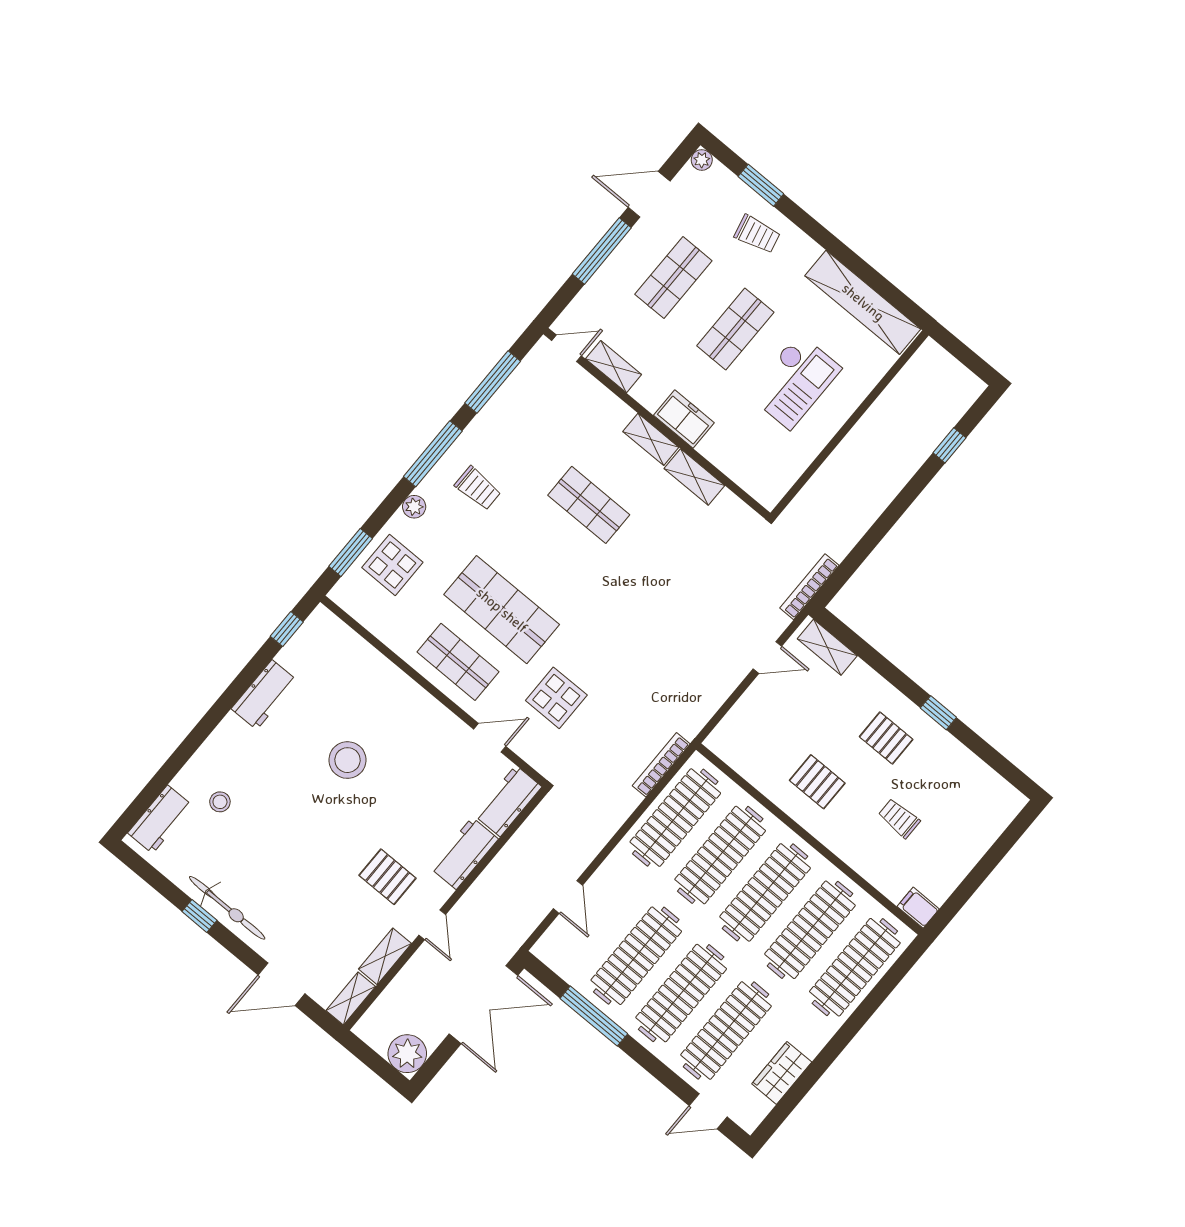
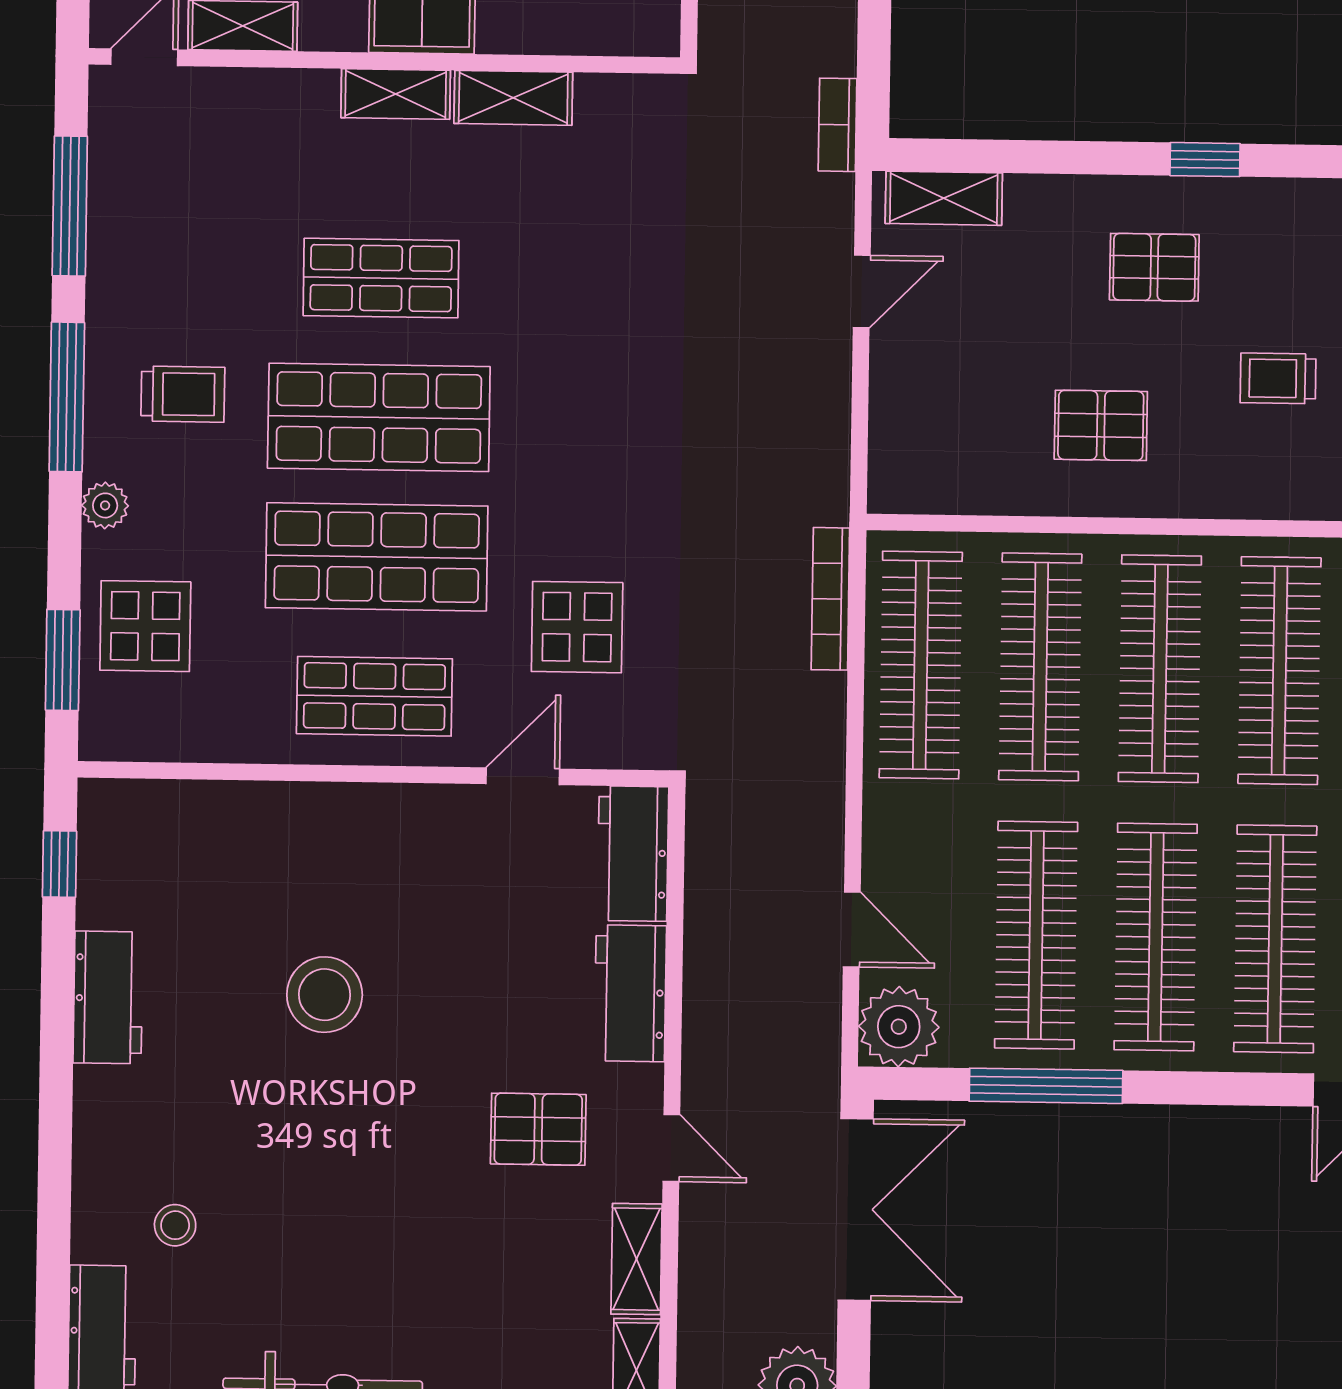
shop shelf: (545, 557) -> (379, 417), added
bookcase: (809, 587) -> (837, 125), width x0.64
plant: (556, 948) -> (899, 1027), added

